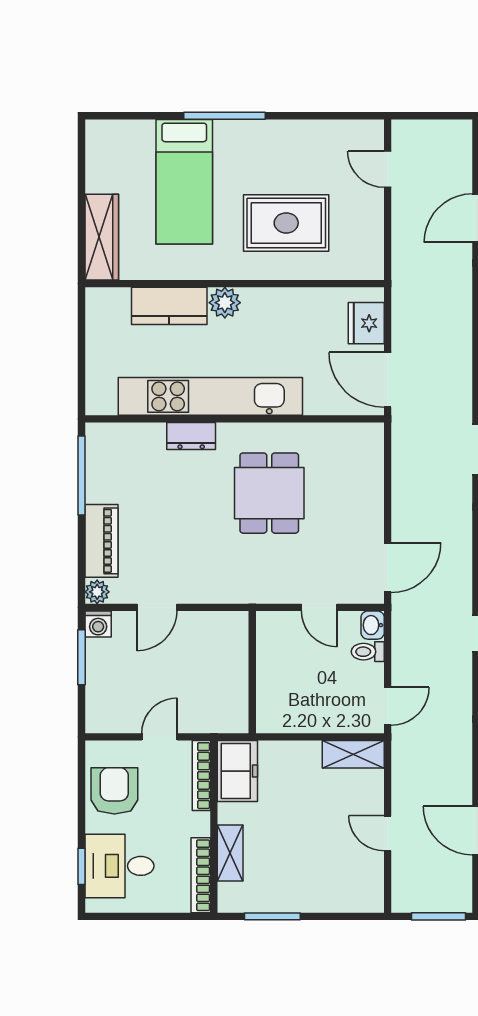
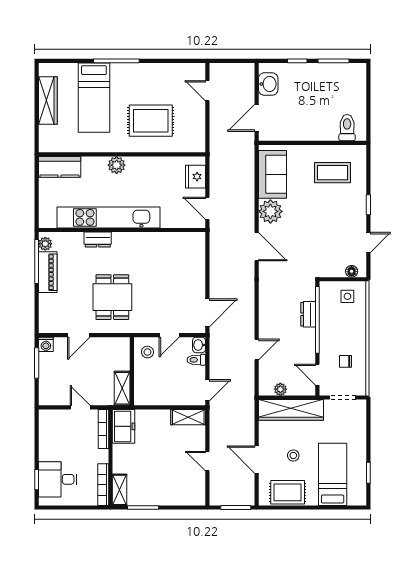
wardrobe: (102, 237) -> (48, 100), moved
kitchen counter: (169, 306) -> (60, 167), moved
door: (388, 380) -> (207, 208), width x0.73
dining table: (269, 493) -> (112, 297), moved
piano: (101, 541) -> (48, 272), moved
plant: (97, 592) -> (45, 244), moved
door: (319, 607) -> (169, 335), hinge flipped
stool: (280, 638) -> (147, 352), added
shelving: (235, 703) -> (122, 388), added
door: (160, 737) -> (80, 407), hinge flipped
armchair: (114, 791) -> (55, 437), removed
shelving: (230, 853) -> (120, 490), moved

